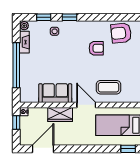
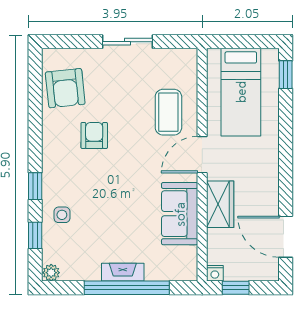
fireplace: (24, 42) -> (123, 272), moved

